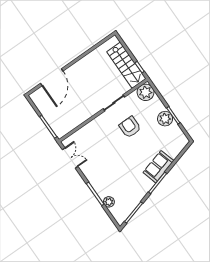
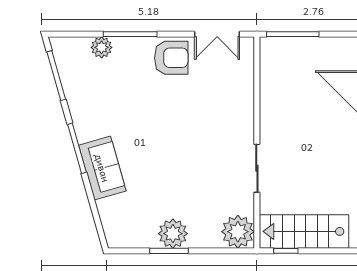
armchair: (130, 127) -> (171, 58), moved

